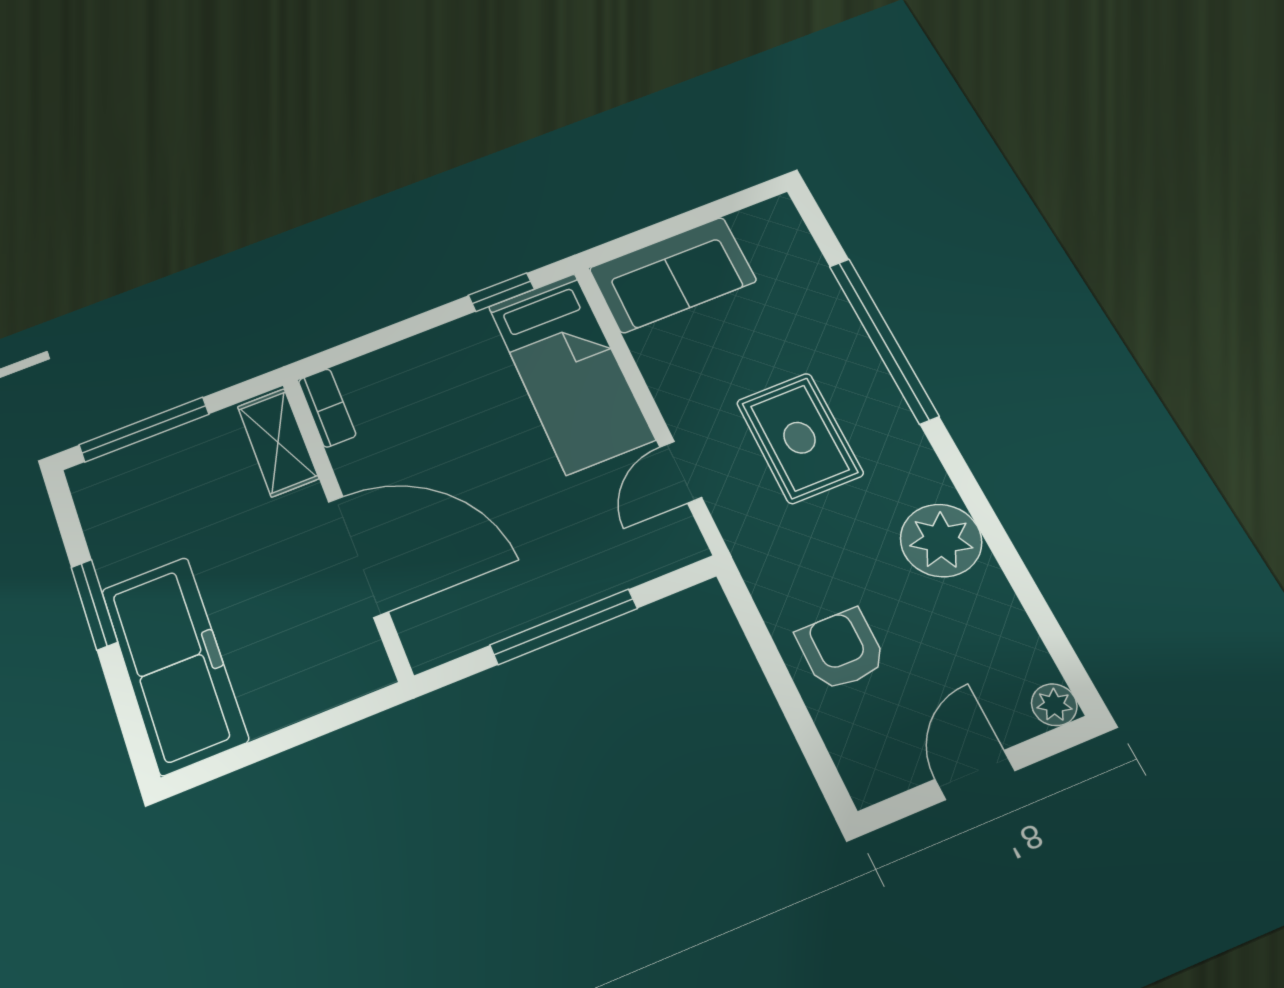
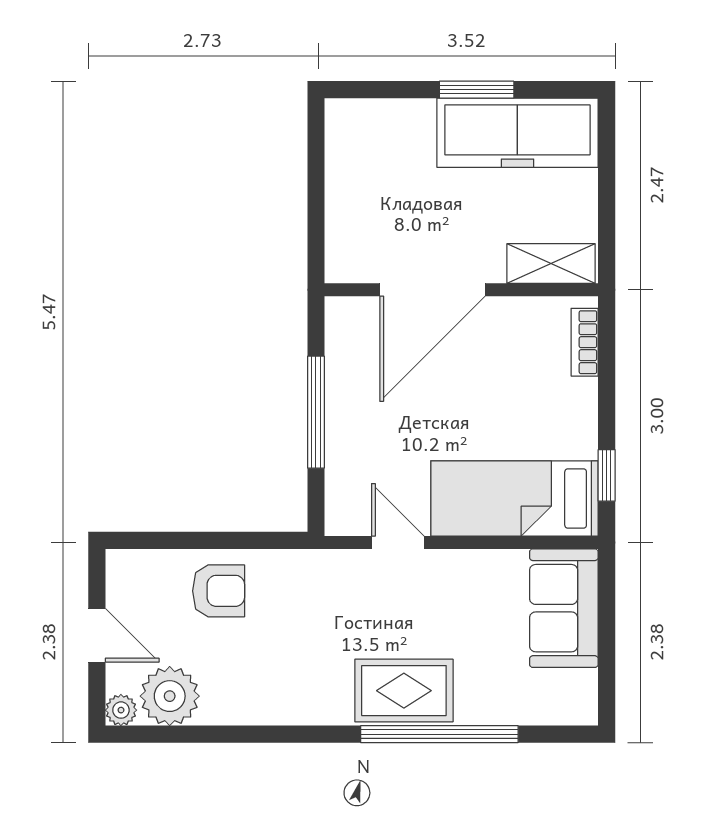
bookcase: (327, 408) -> (585, 342), moved, turned 90
window: (144, 429) -> (607, 168), removed
rug: (799, 438) -> (404, 691), moved
plant: (941, 540) -> (170, 696), moved
freezer: (174, 664) -> (517, 133), moved

